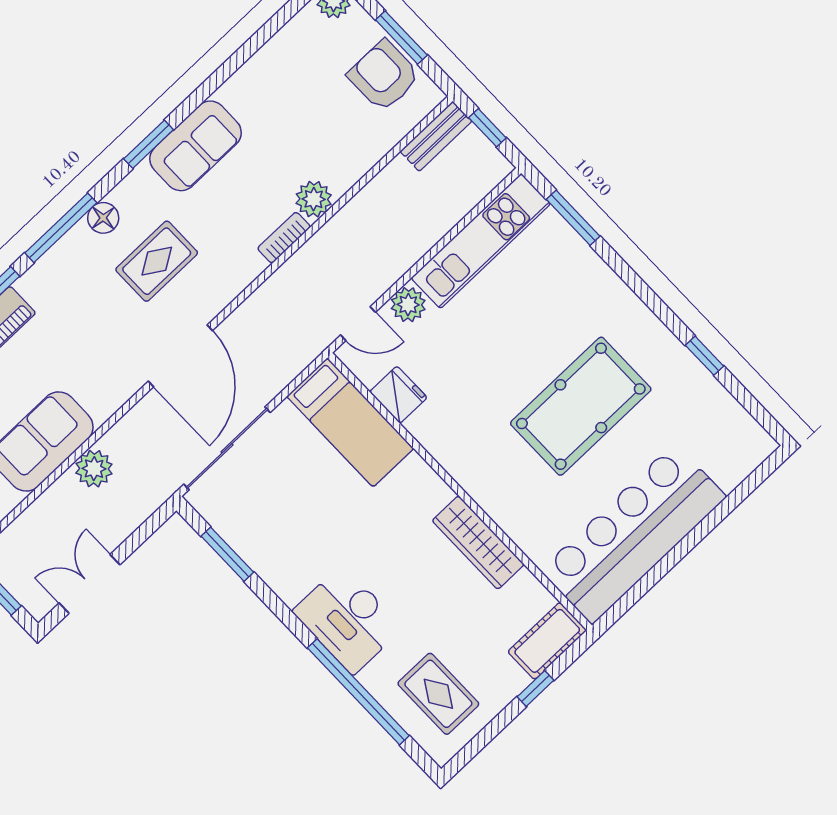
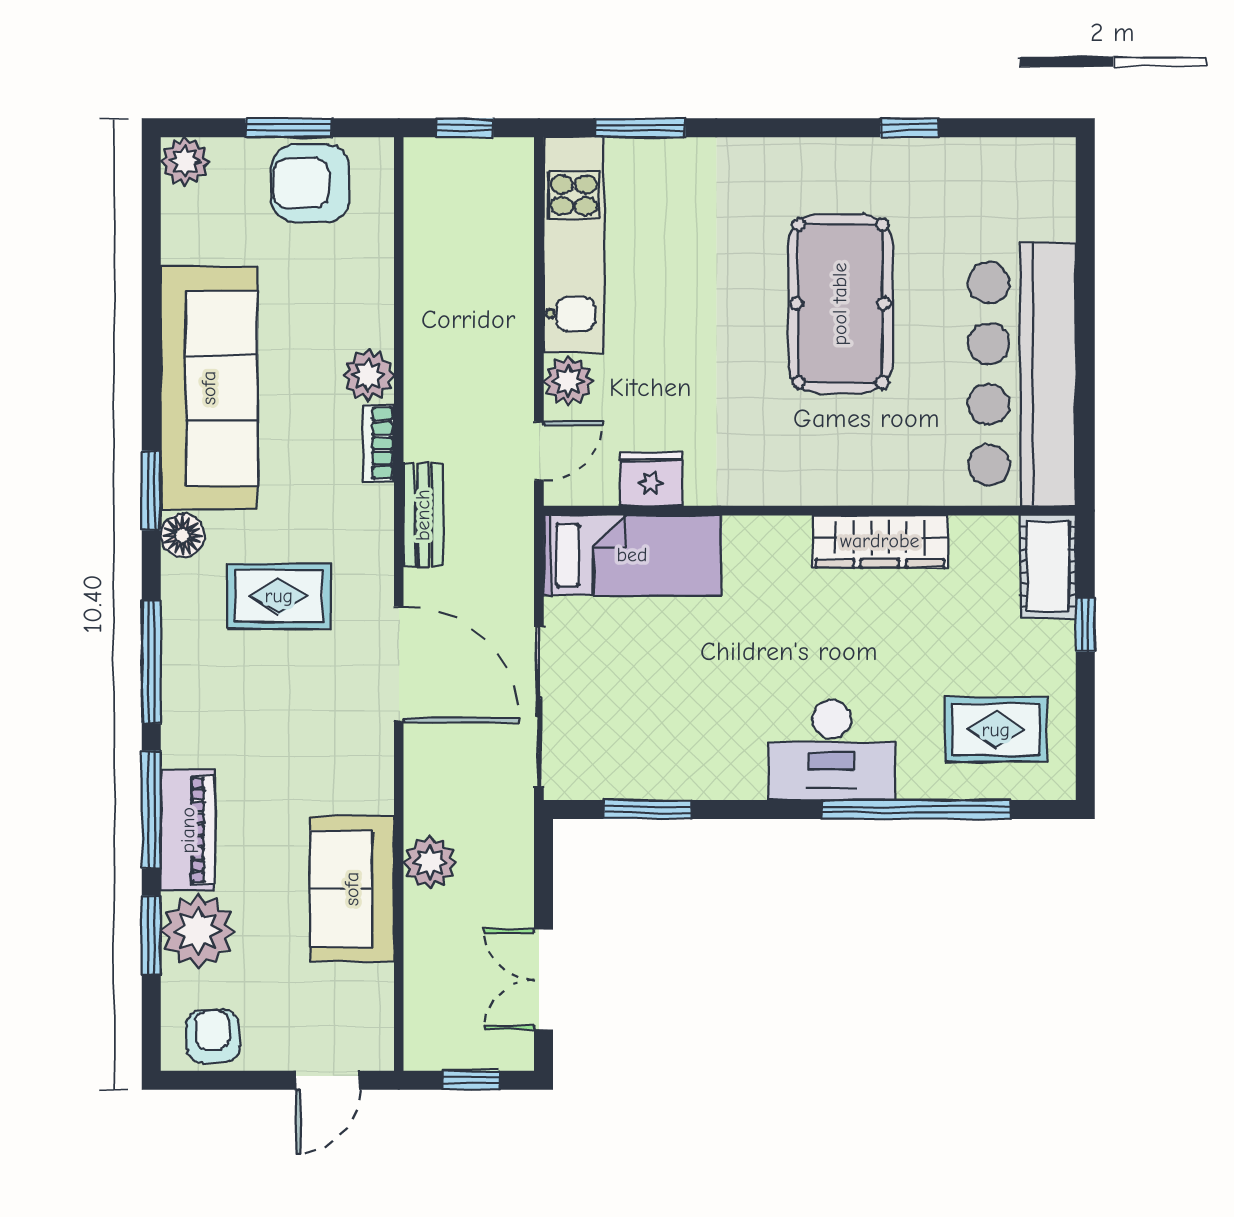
bench: (436, 136) -> (423, 515), moved
sofa: (196, 146) -> (209, 388), width x1.85, depth x1.27
floor lamp: (103, 218) -> (182, 535), moved
rug: (157, 261) -> (279, 596), turned 90

